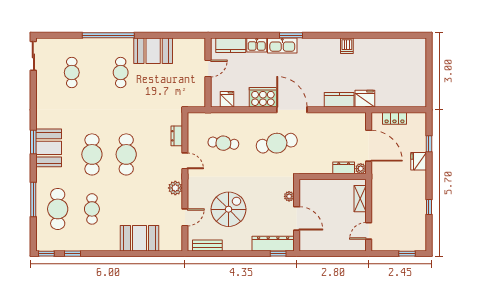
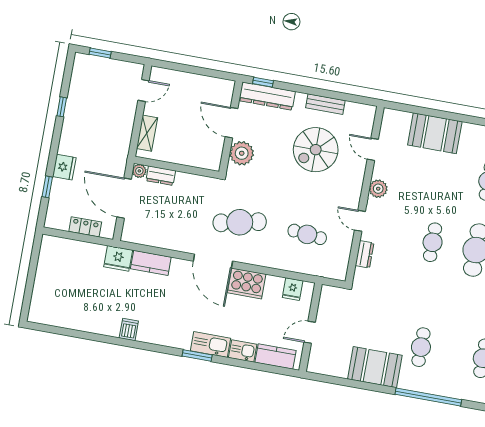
cafe table: (126, 154) -> (433, 242), width x0.73, depth x0.74
plant: (289, 196) -> (242, 153), width x1.87, depth x1.87
door: (185, 217) -> (373, 149), hinge flipped
bench: (207, 245) -> (325, 104), moved

